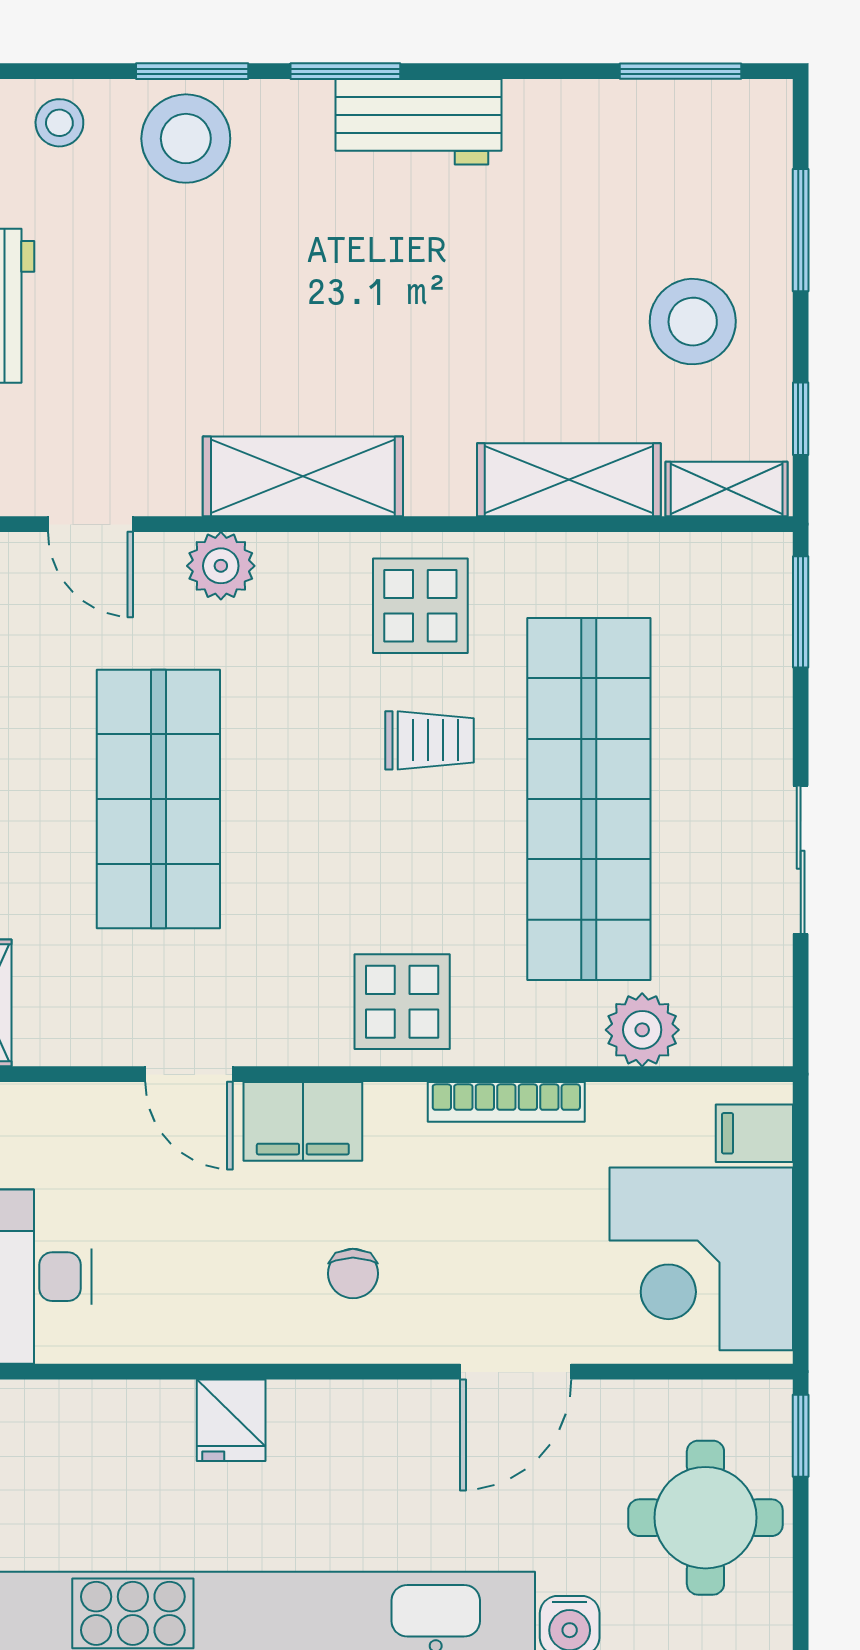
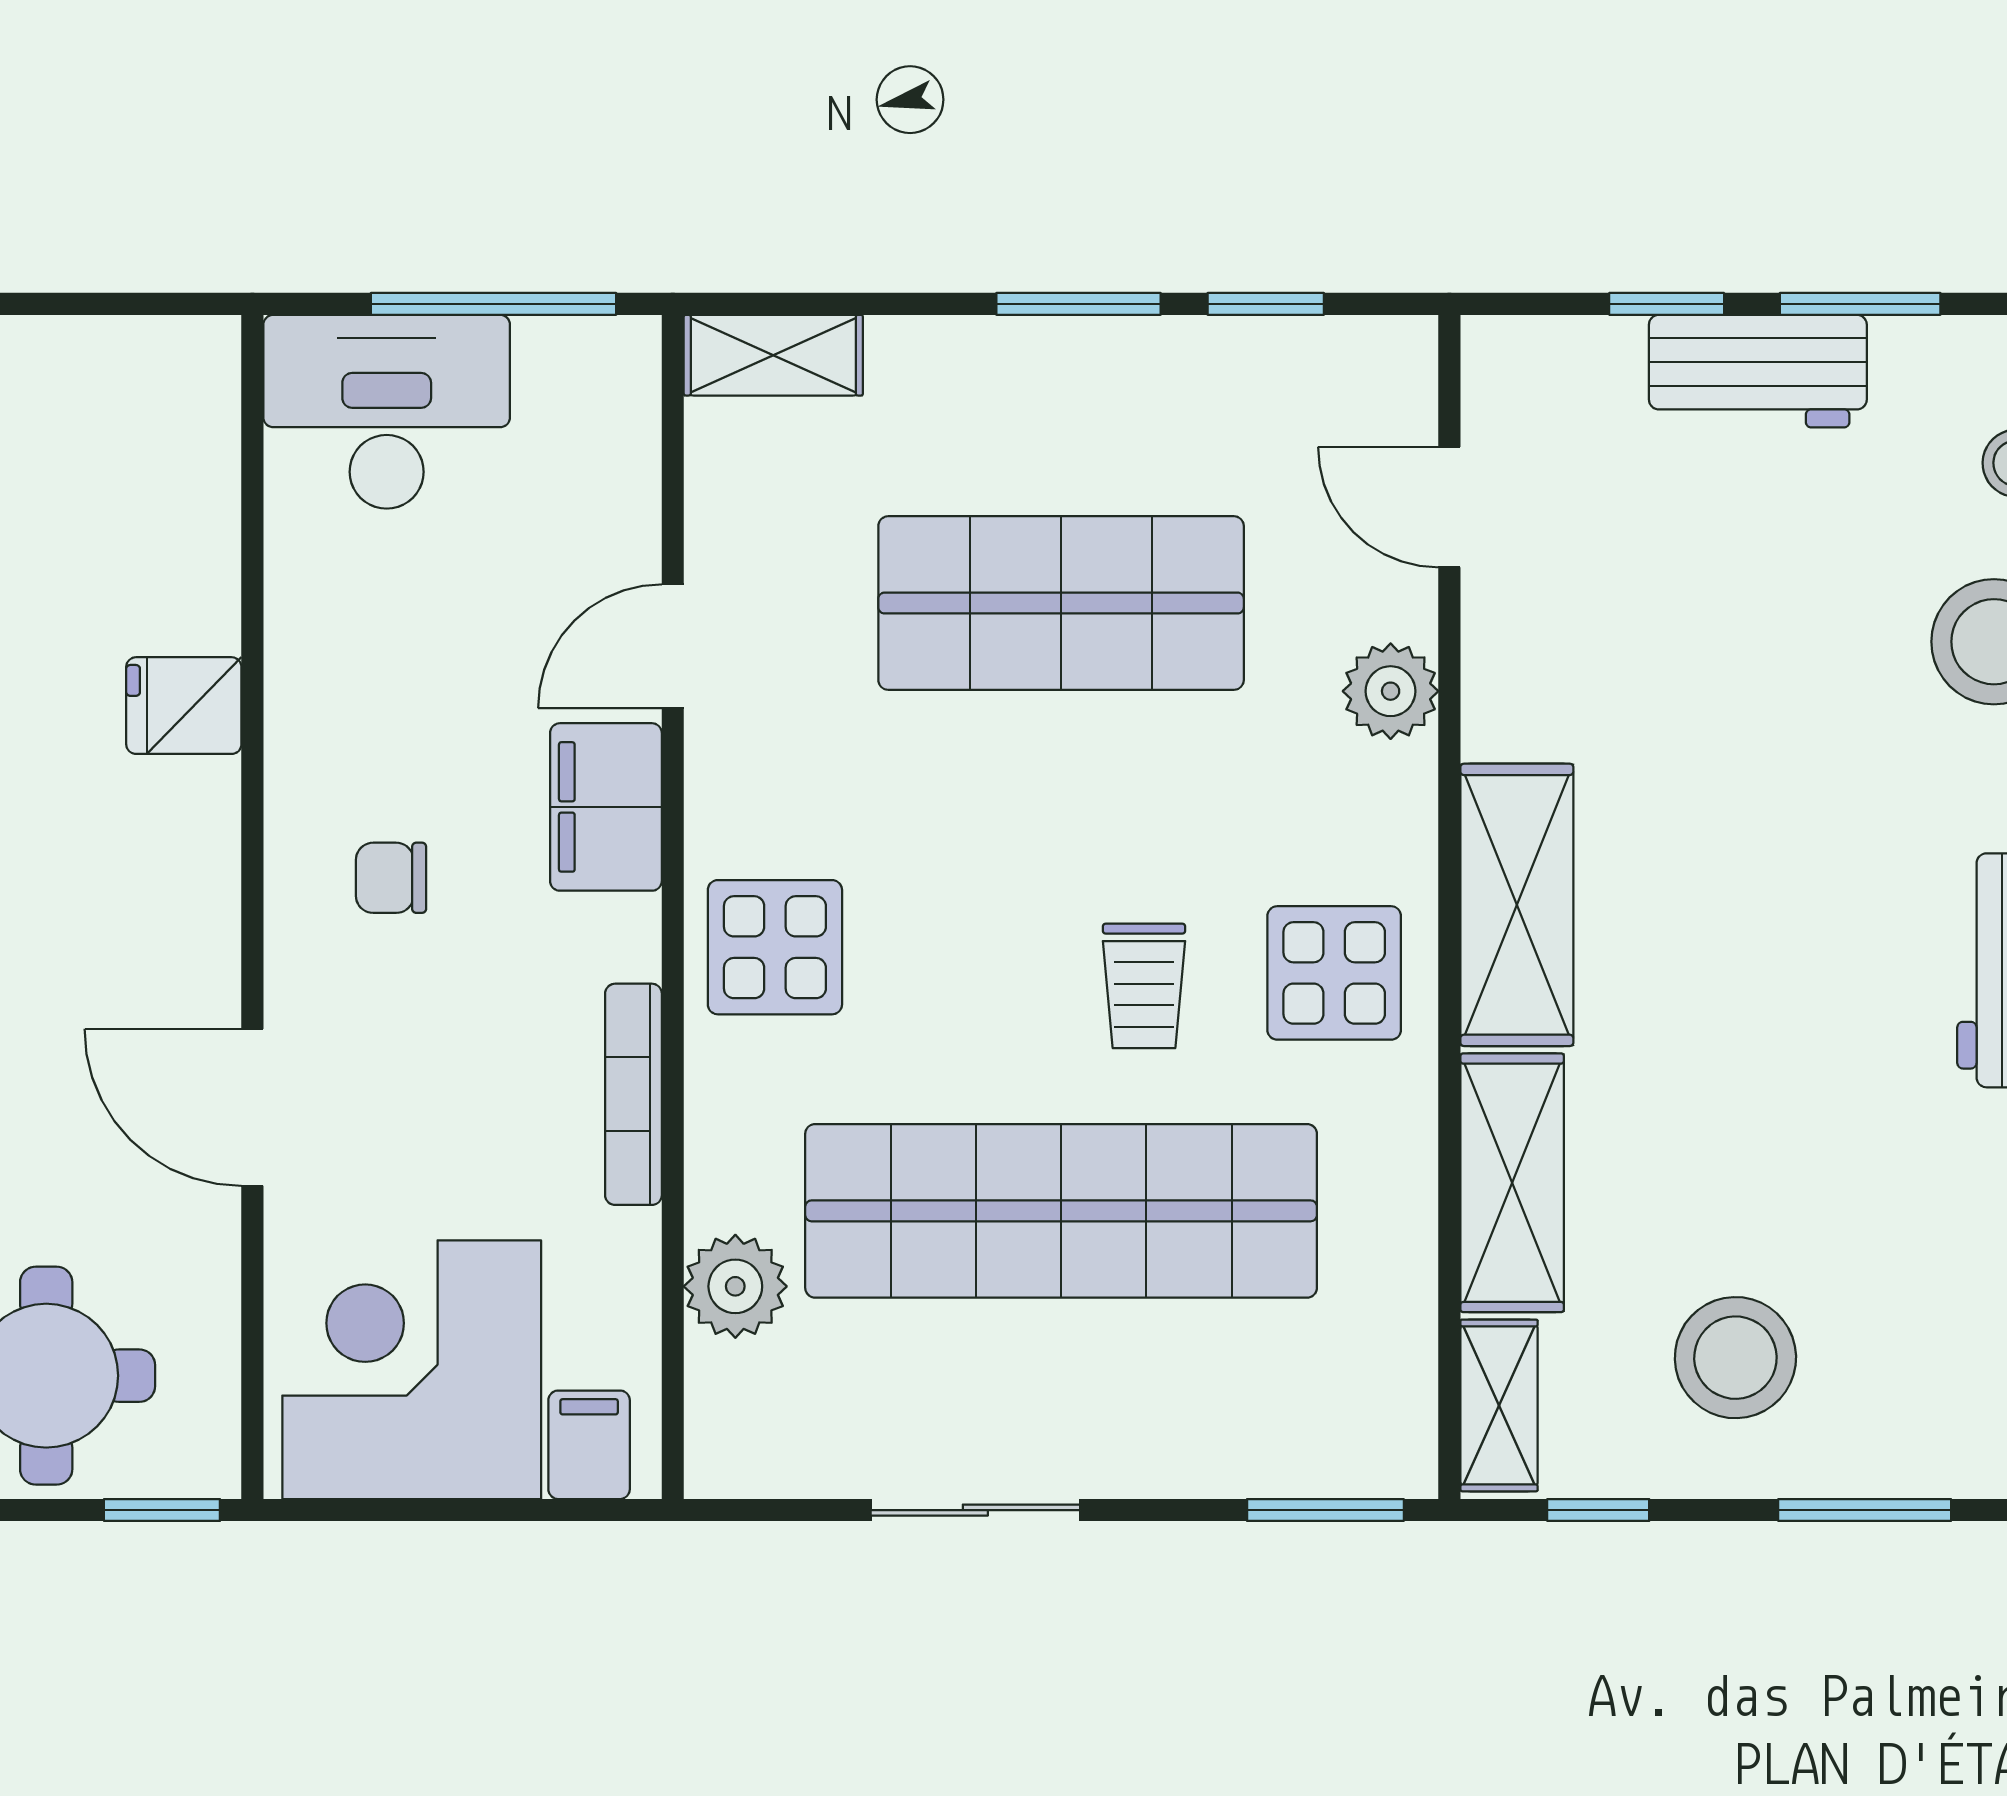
shelving: (303, 476) -> (1517, 905), moved
door: (90, 524) -> (1449, 507), hinge flipped

